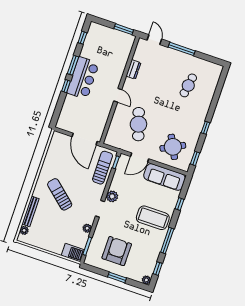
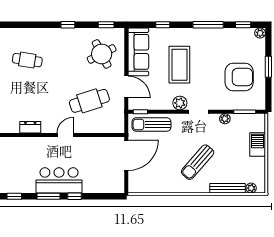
coffee table: (153, 218) -> (179, 65), moved
armchair: (117, 251) -> (239, 77), turned 180
barbecue: (73, 253) -> (258, 144), moved

